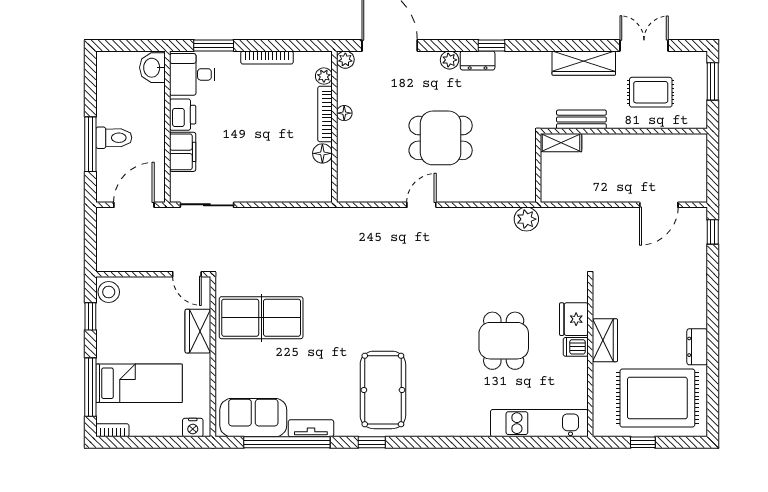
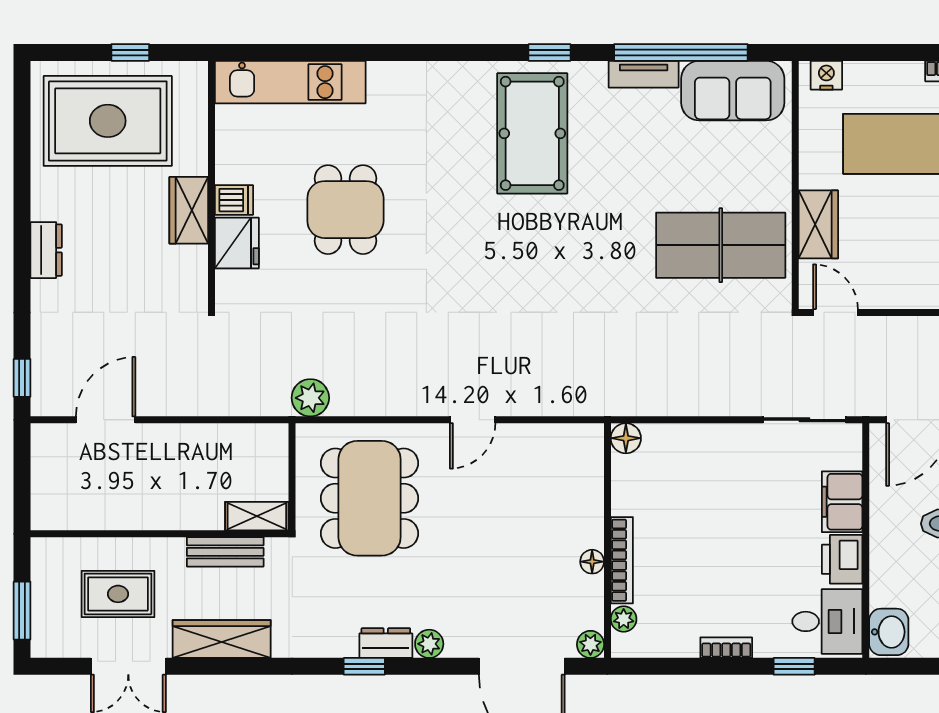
window: (214, 45) -> (794, 666), width x0.67
bookcase: (267, 58) -> (726, 648), width x0.64
dining table: (441, 138) -> (370, 498), moved, width x1.38
floor lamp: (322, 153) -> (626, 438), moved
dresser: (697, 347) -> (46, 250), moved

